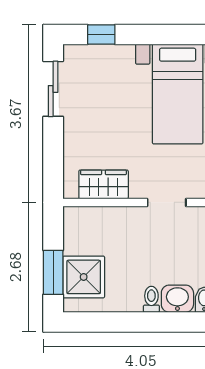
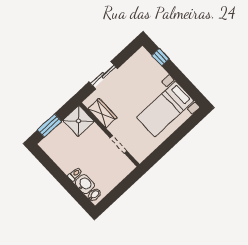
sliding door: (53, 89) -> (103, 75), moved
shower: (84, 277) -> (78, 121), moved

